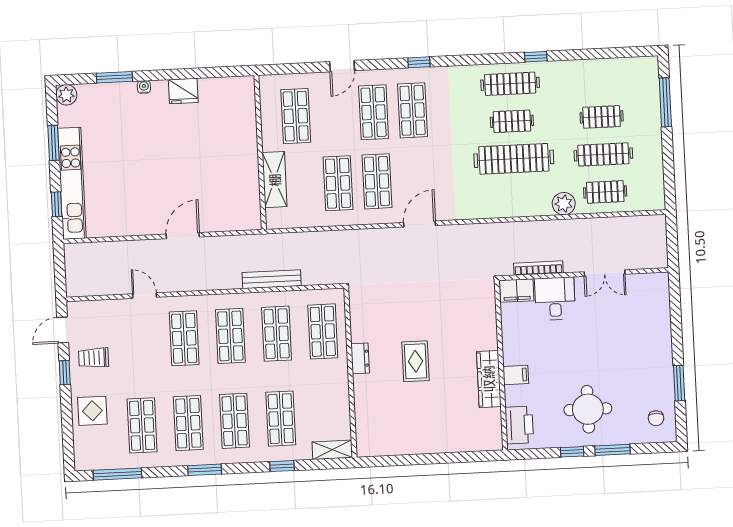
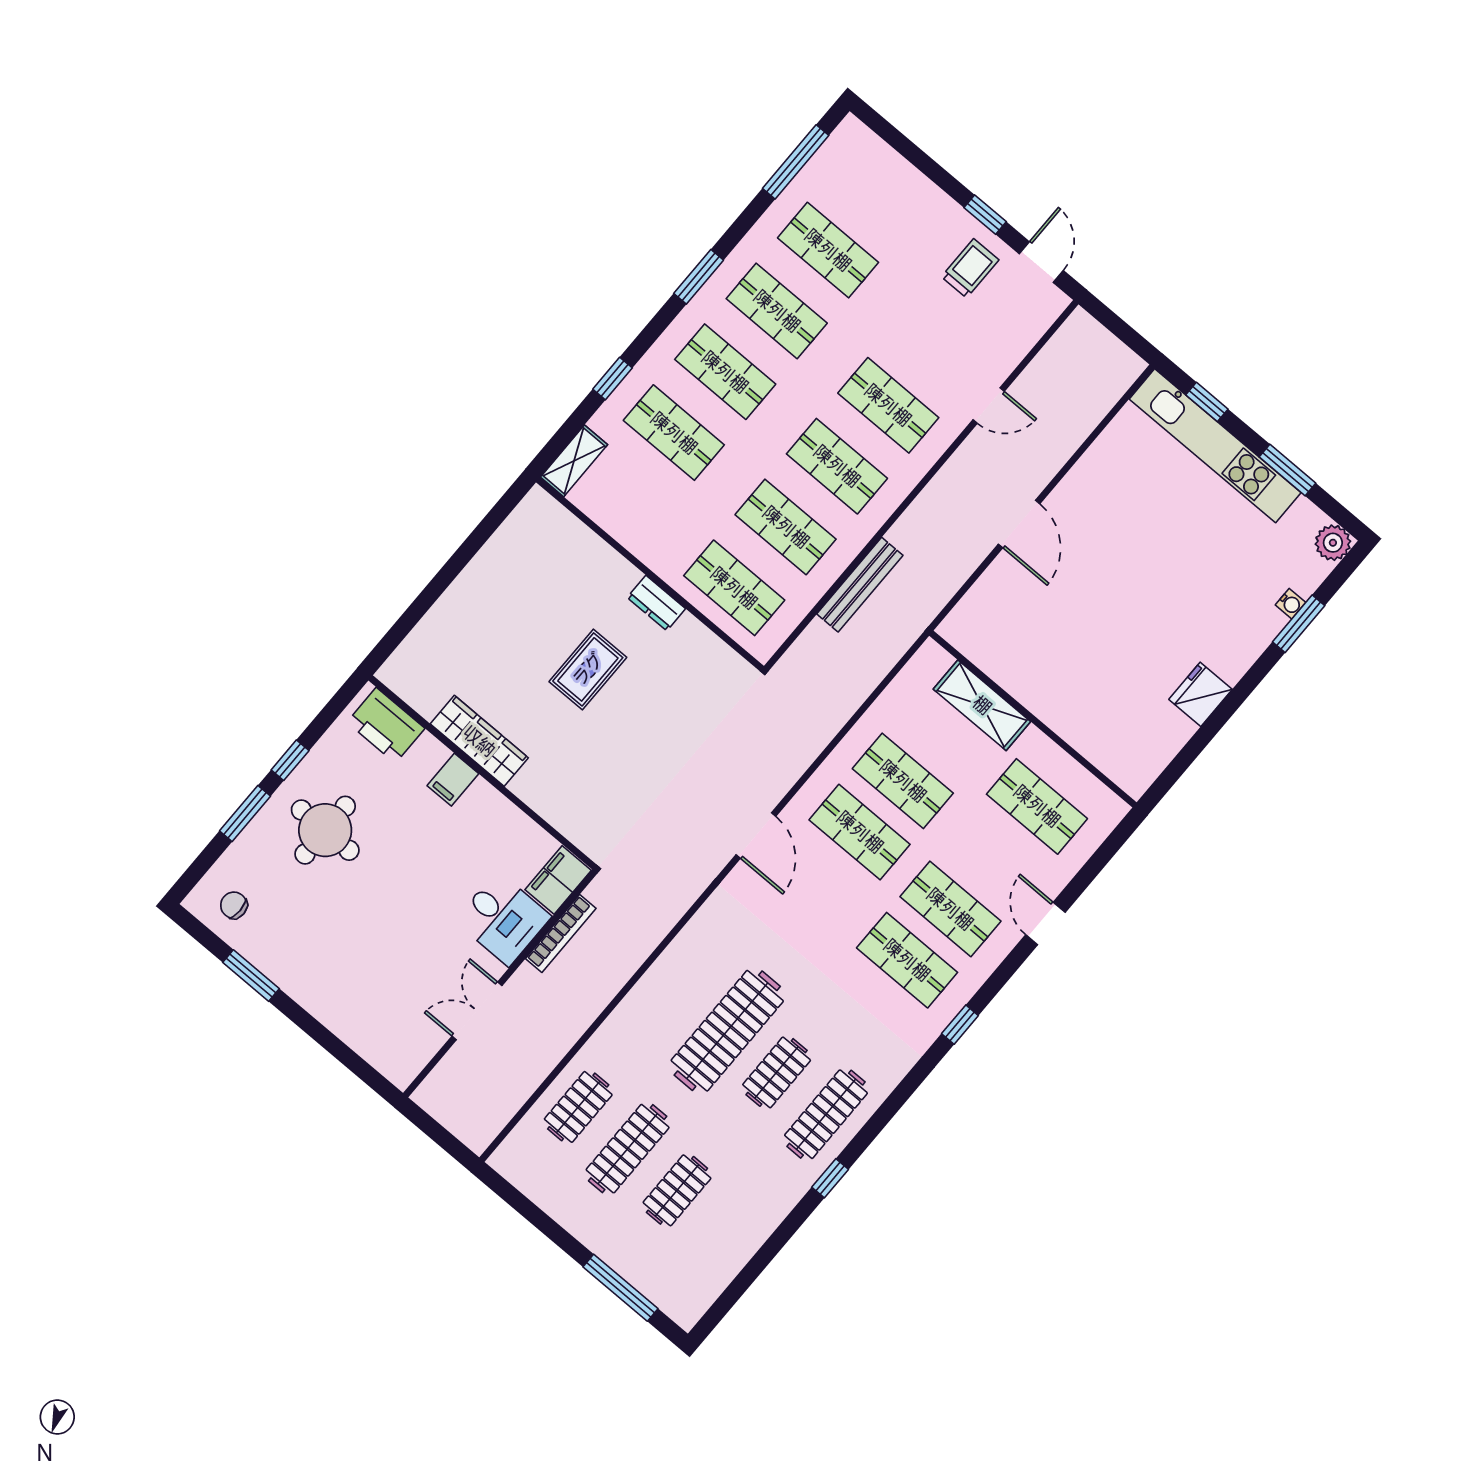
water cooler: (144, 87) -> (1290, 604), moved
plant: (564, 204) -> (612, 1041), removed
rug: (416, 361) -> (588, 669), turned 90
display table: (92, 411) -> (905, 205), removed

